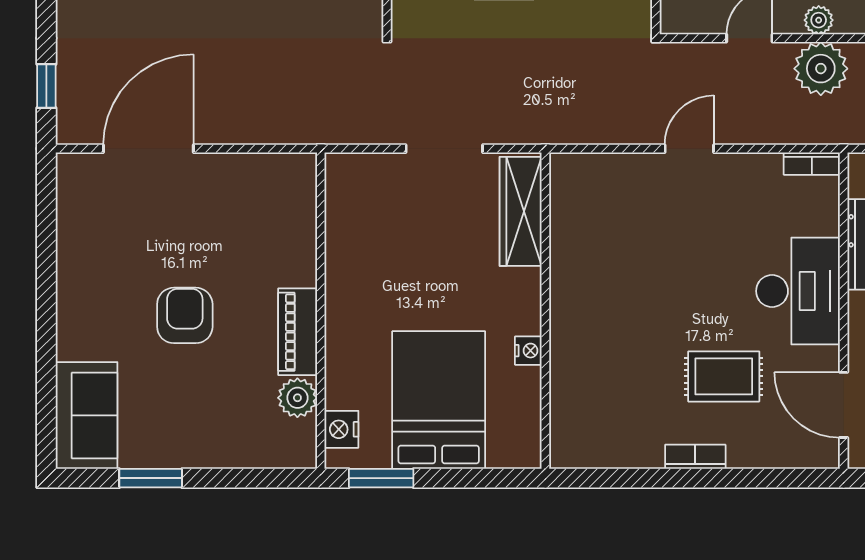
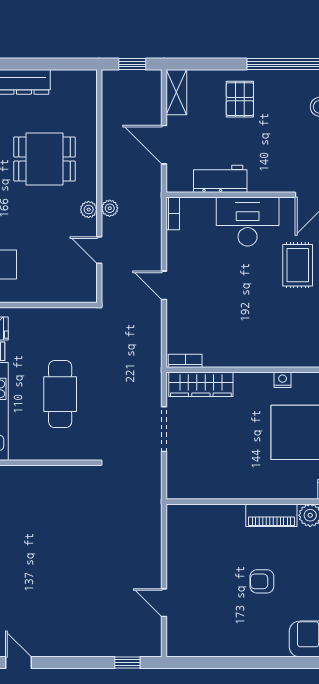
plant: (821, 69) -> (110, 208), width x0.53, depth x0.53
door: (148, 149) -> (164, 603), width x0.53
bookcase: (561, 185) -> (185, 361), added
armchair: (185, 315) -> (262, 581), width x0.72, depth x0.72

